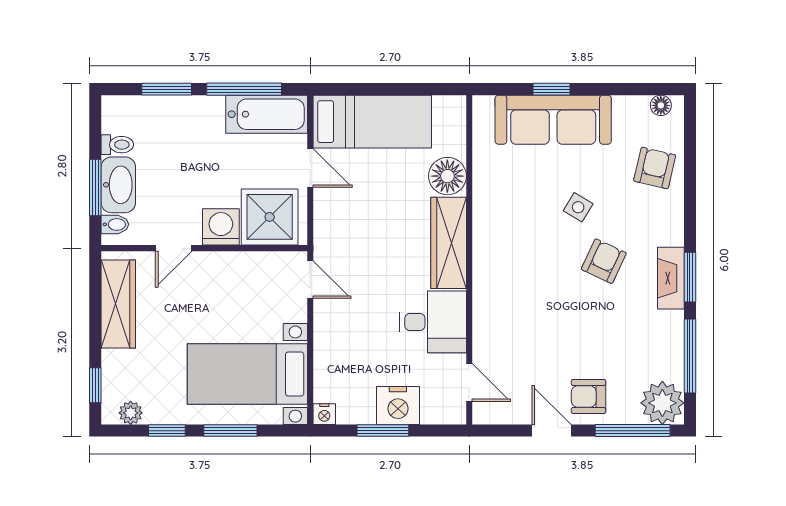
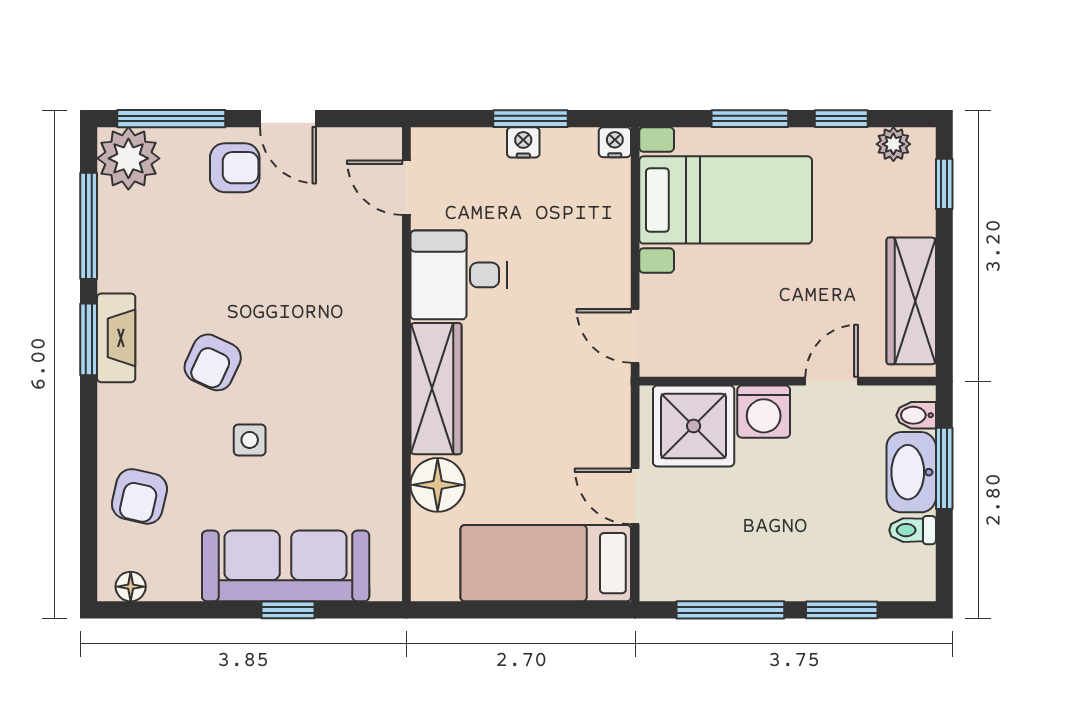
bathtub: (267, 114) -> (698, 574), removed
side table: (578, 207) -> (250, 440), turned -31
nightstand: (398, 406) -> (523, 142), width x0.53, depth x0.56

